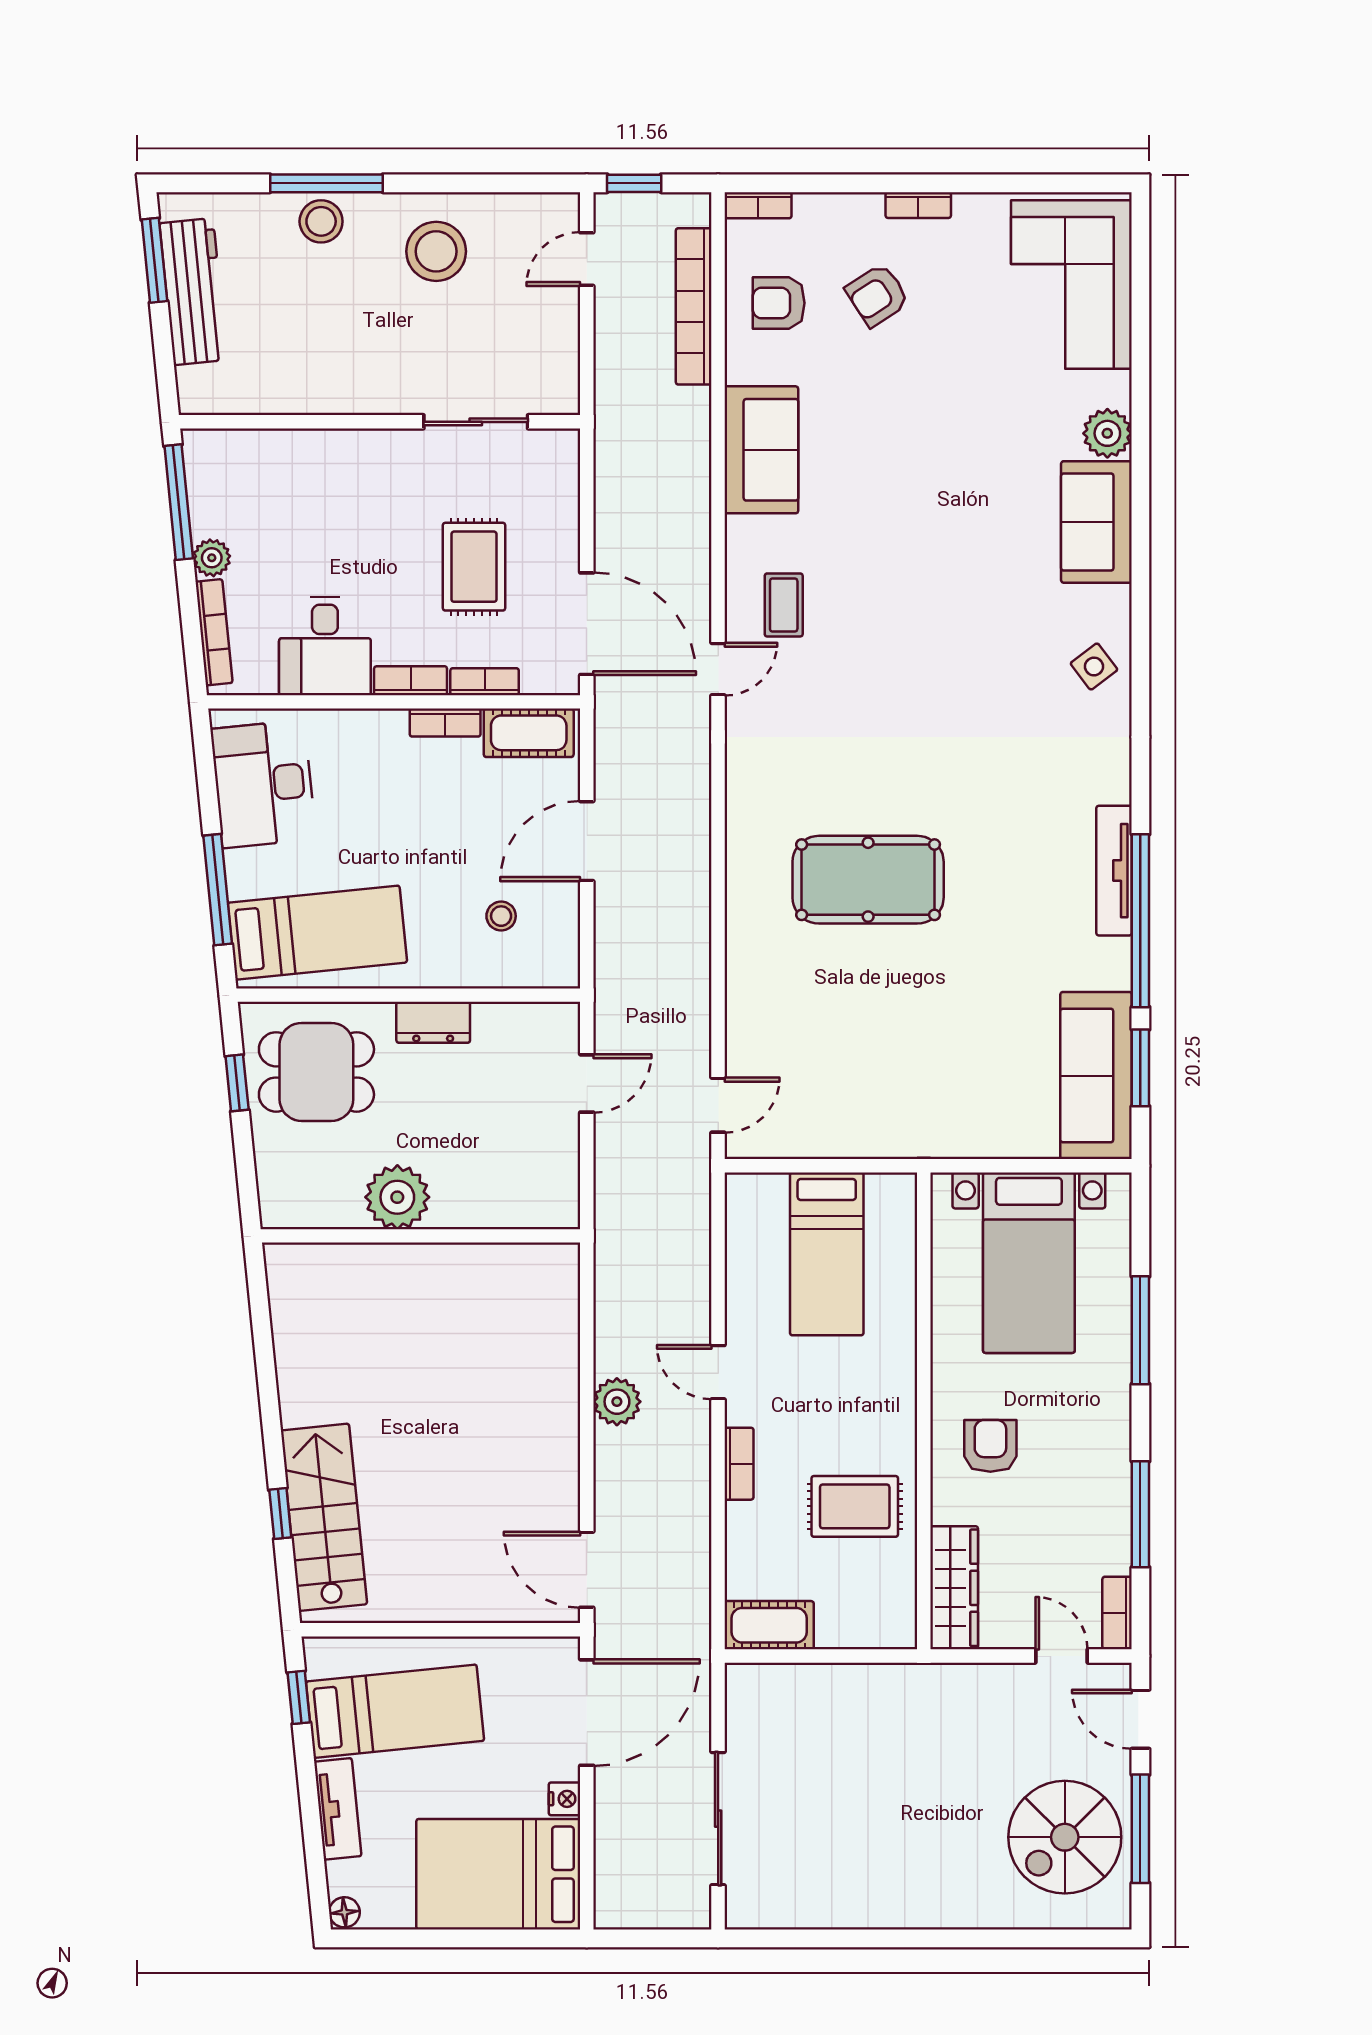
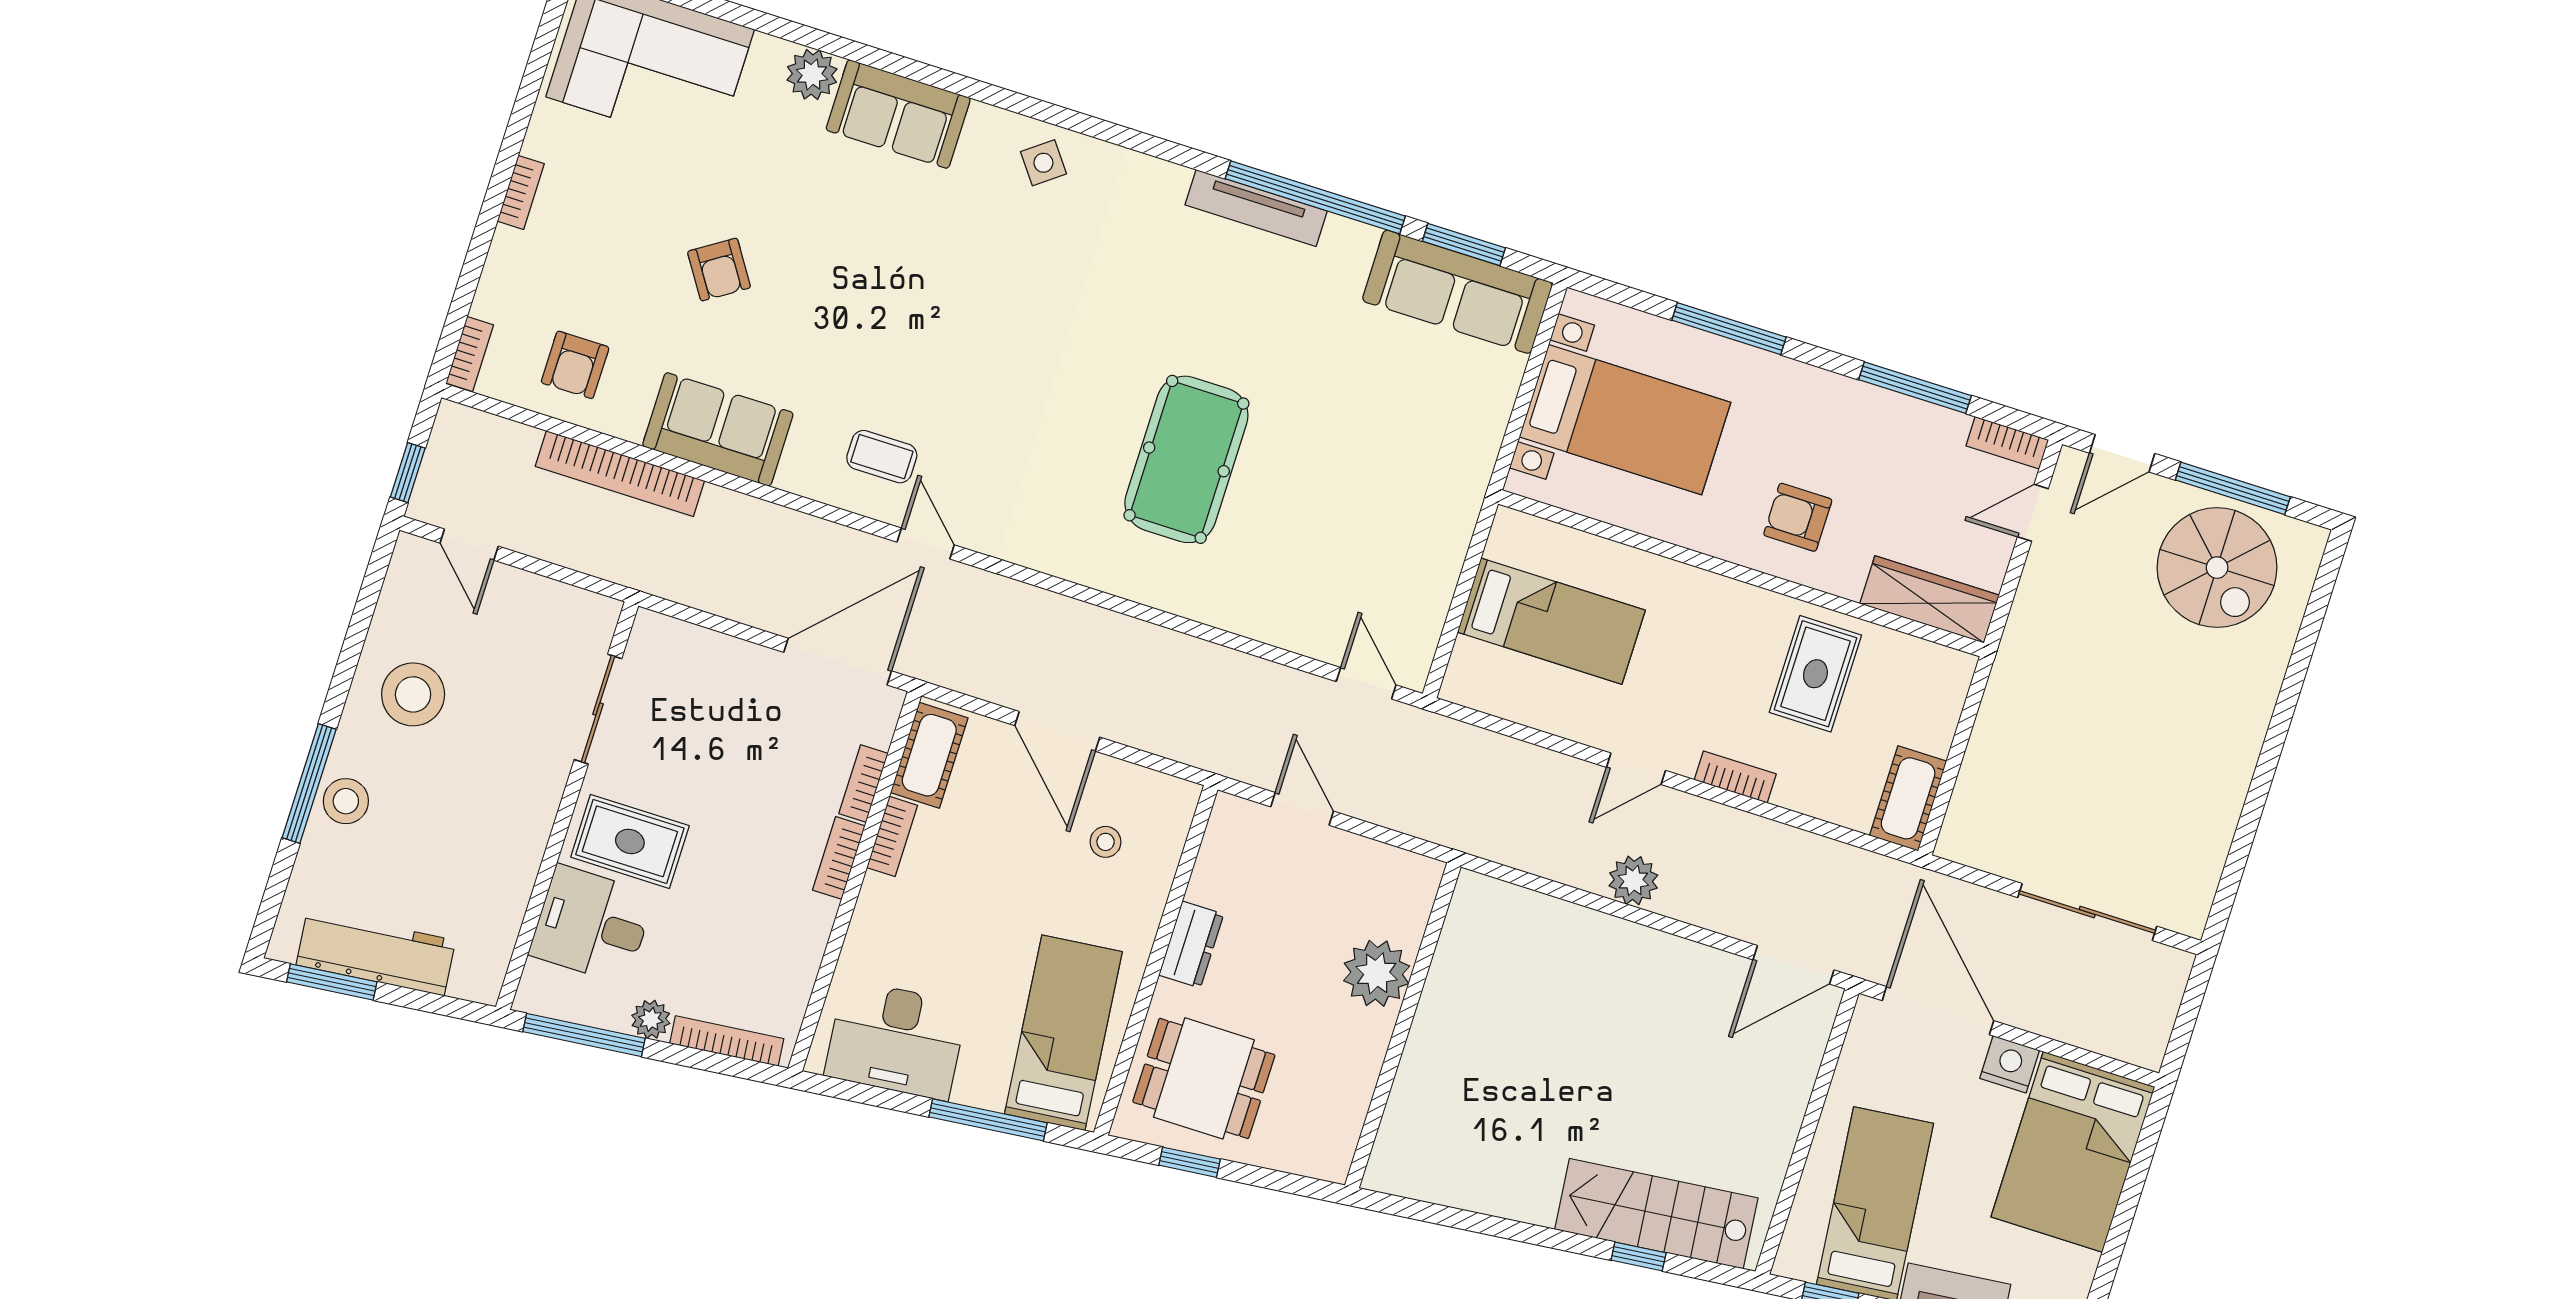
armchair: (877, 295) -> (719, 270), moved
bookcase: (694, 306) -> (620, 474), moved
rug: (474, 567) -> (630, 841), moved
desk: (325, 646) -> (592, 924), moved, turned 180
dining table: (316, 1072) -> (1204, 1078), turned 90
plant: (397, 1197) -> (1377, 973), moved
nightstand: (565, 1799) -> (2010, 1064), width x1.39, depth x1.35

